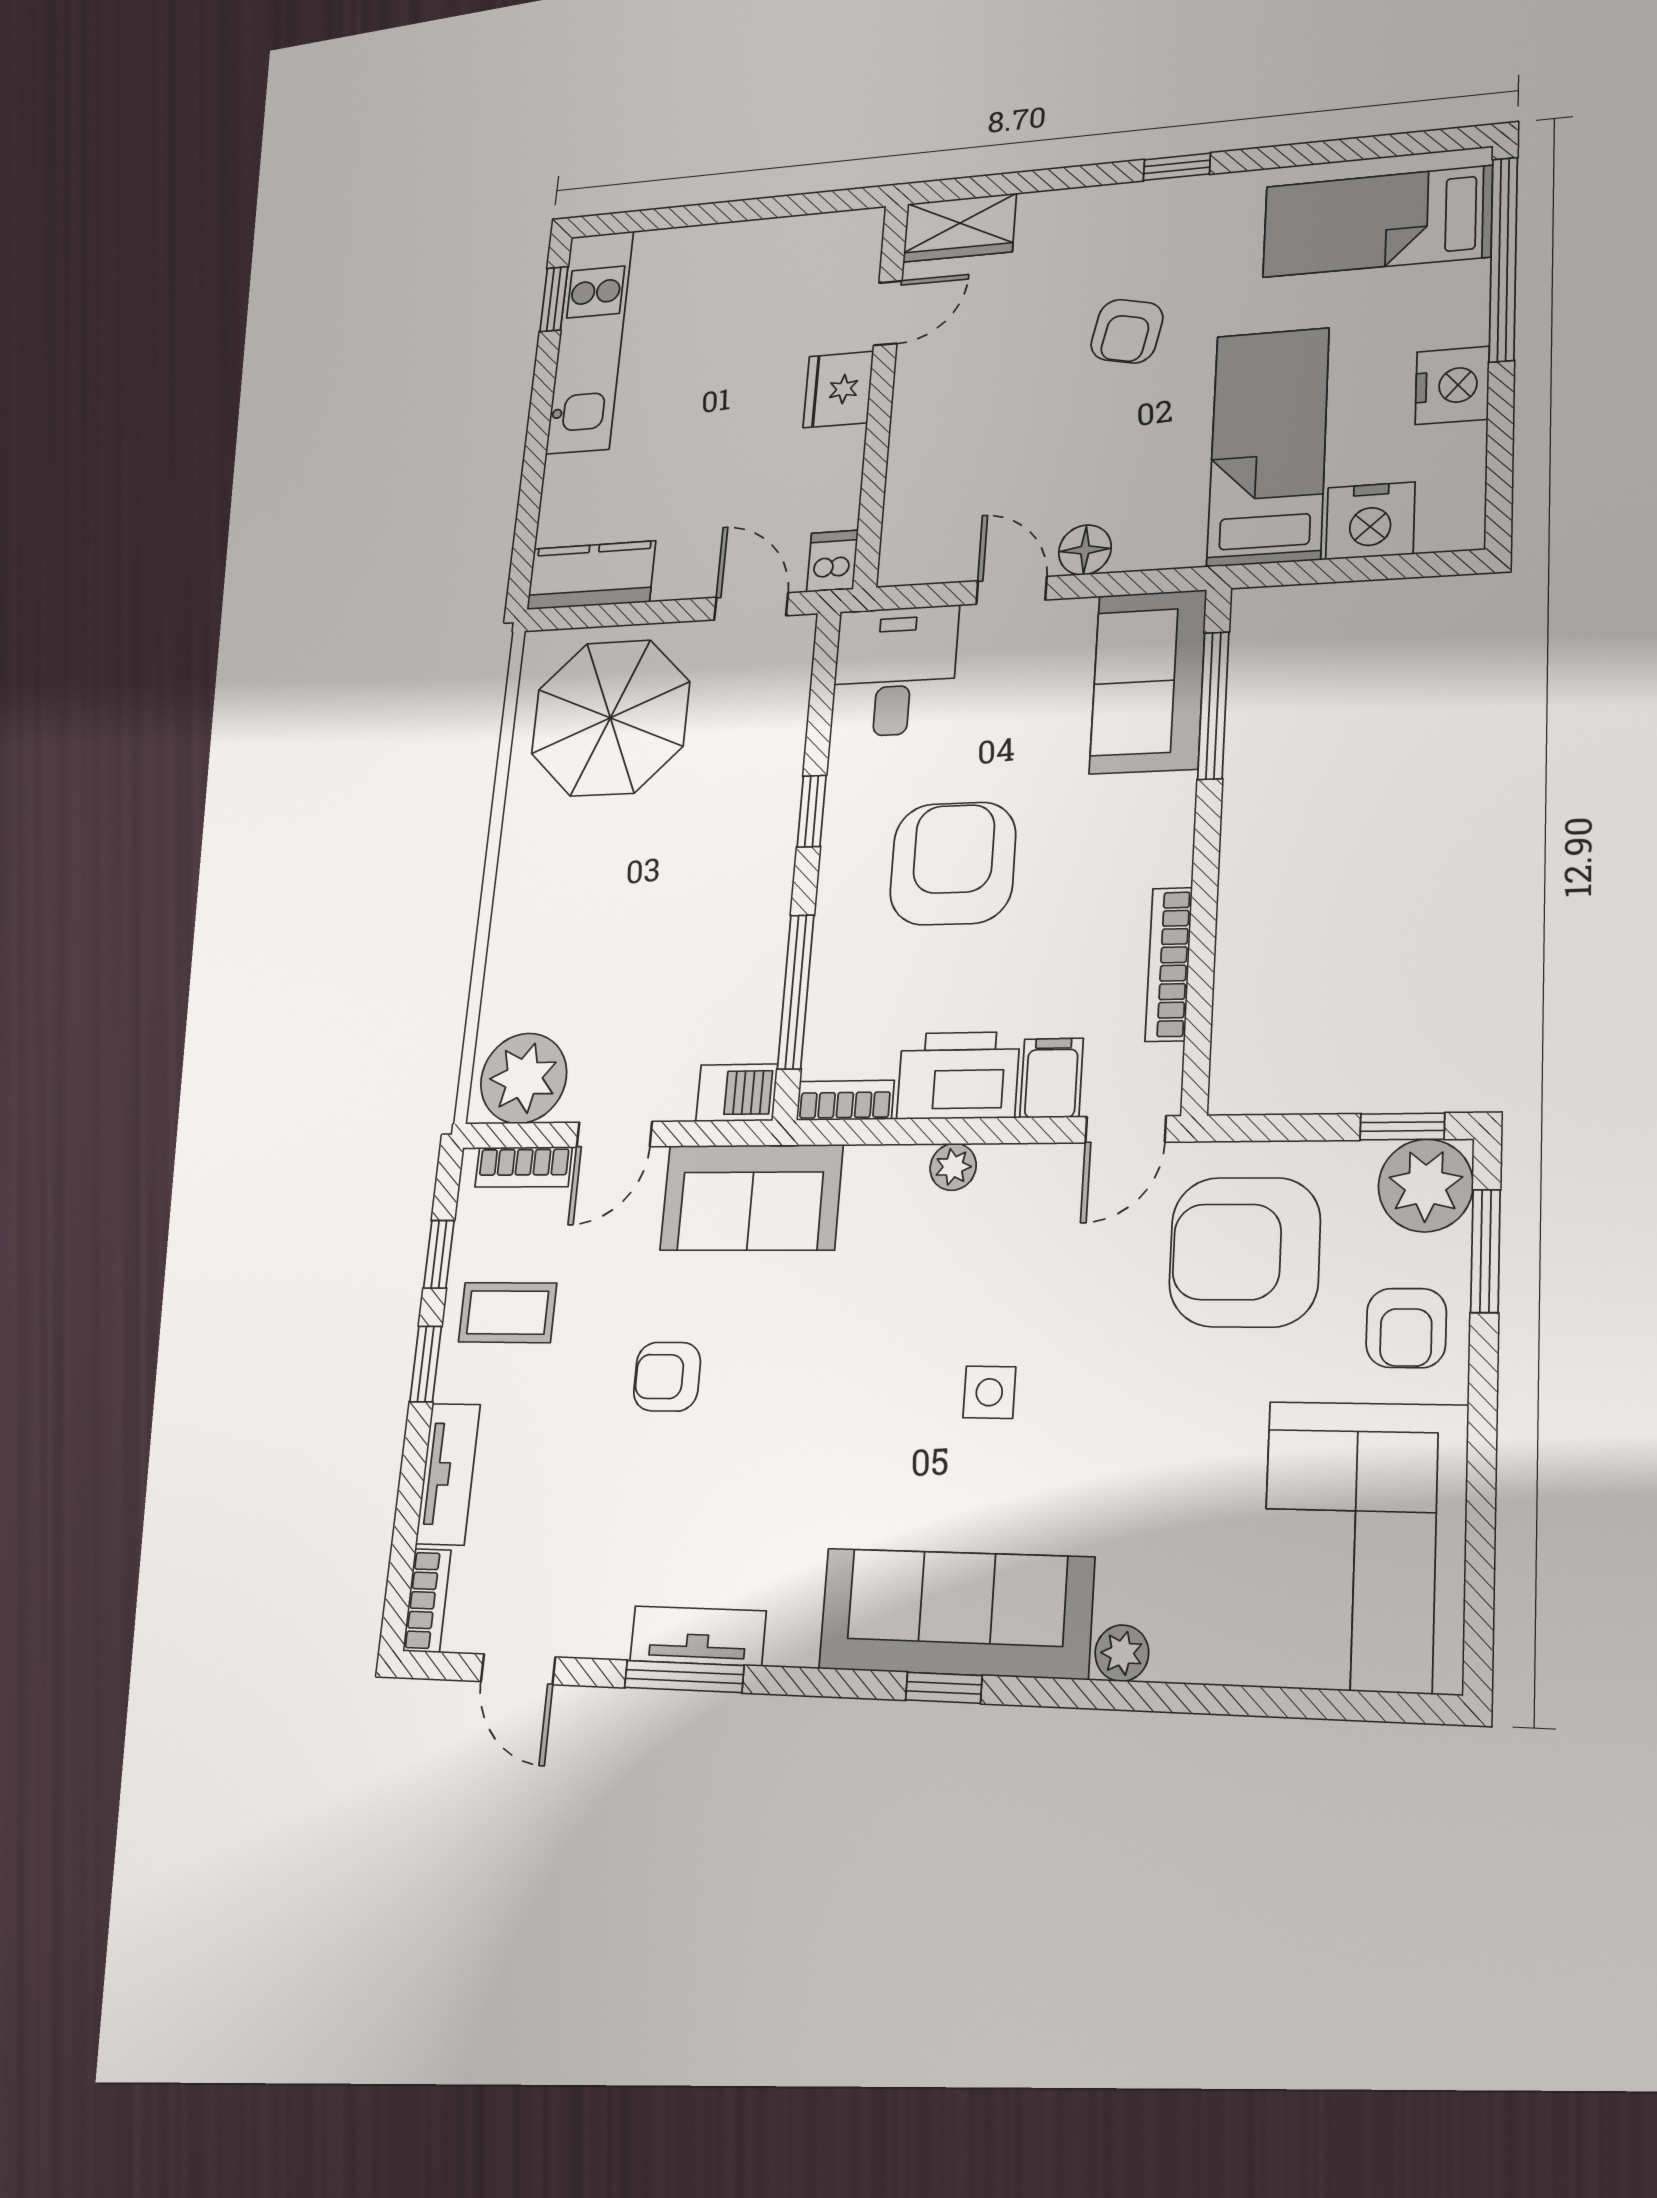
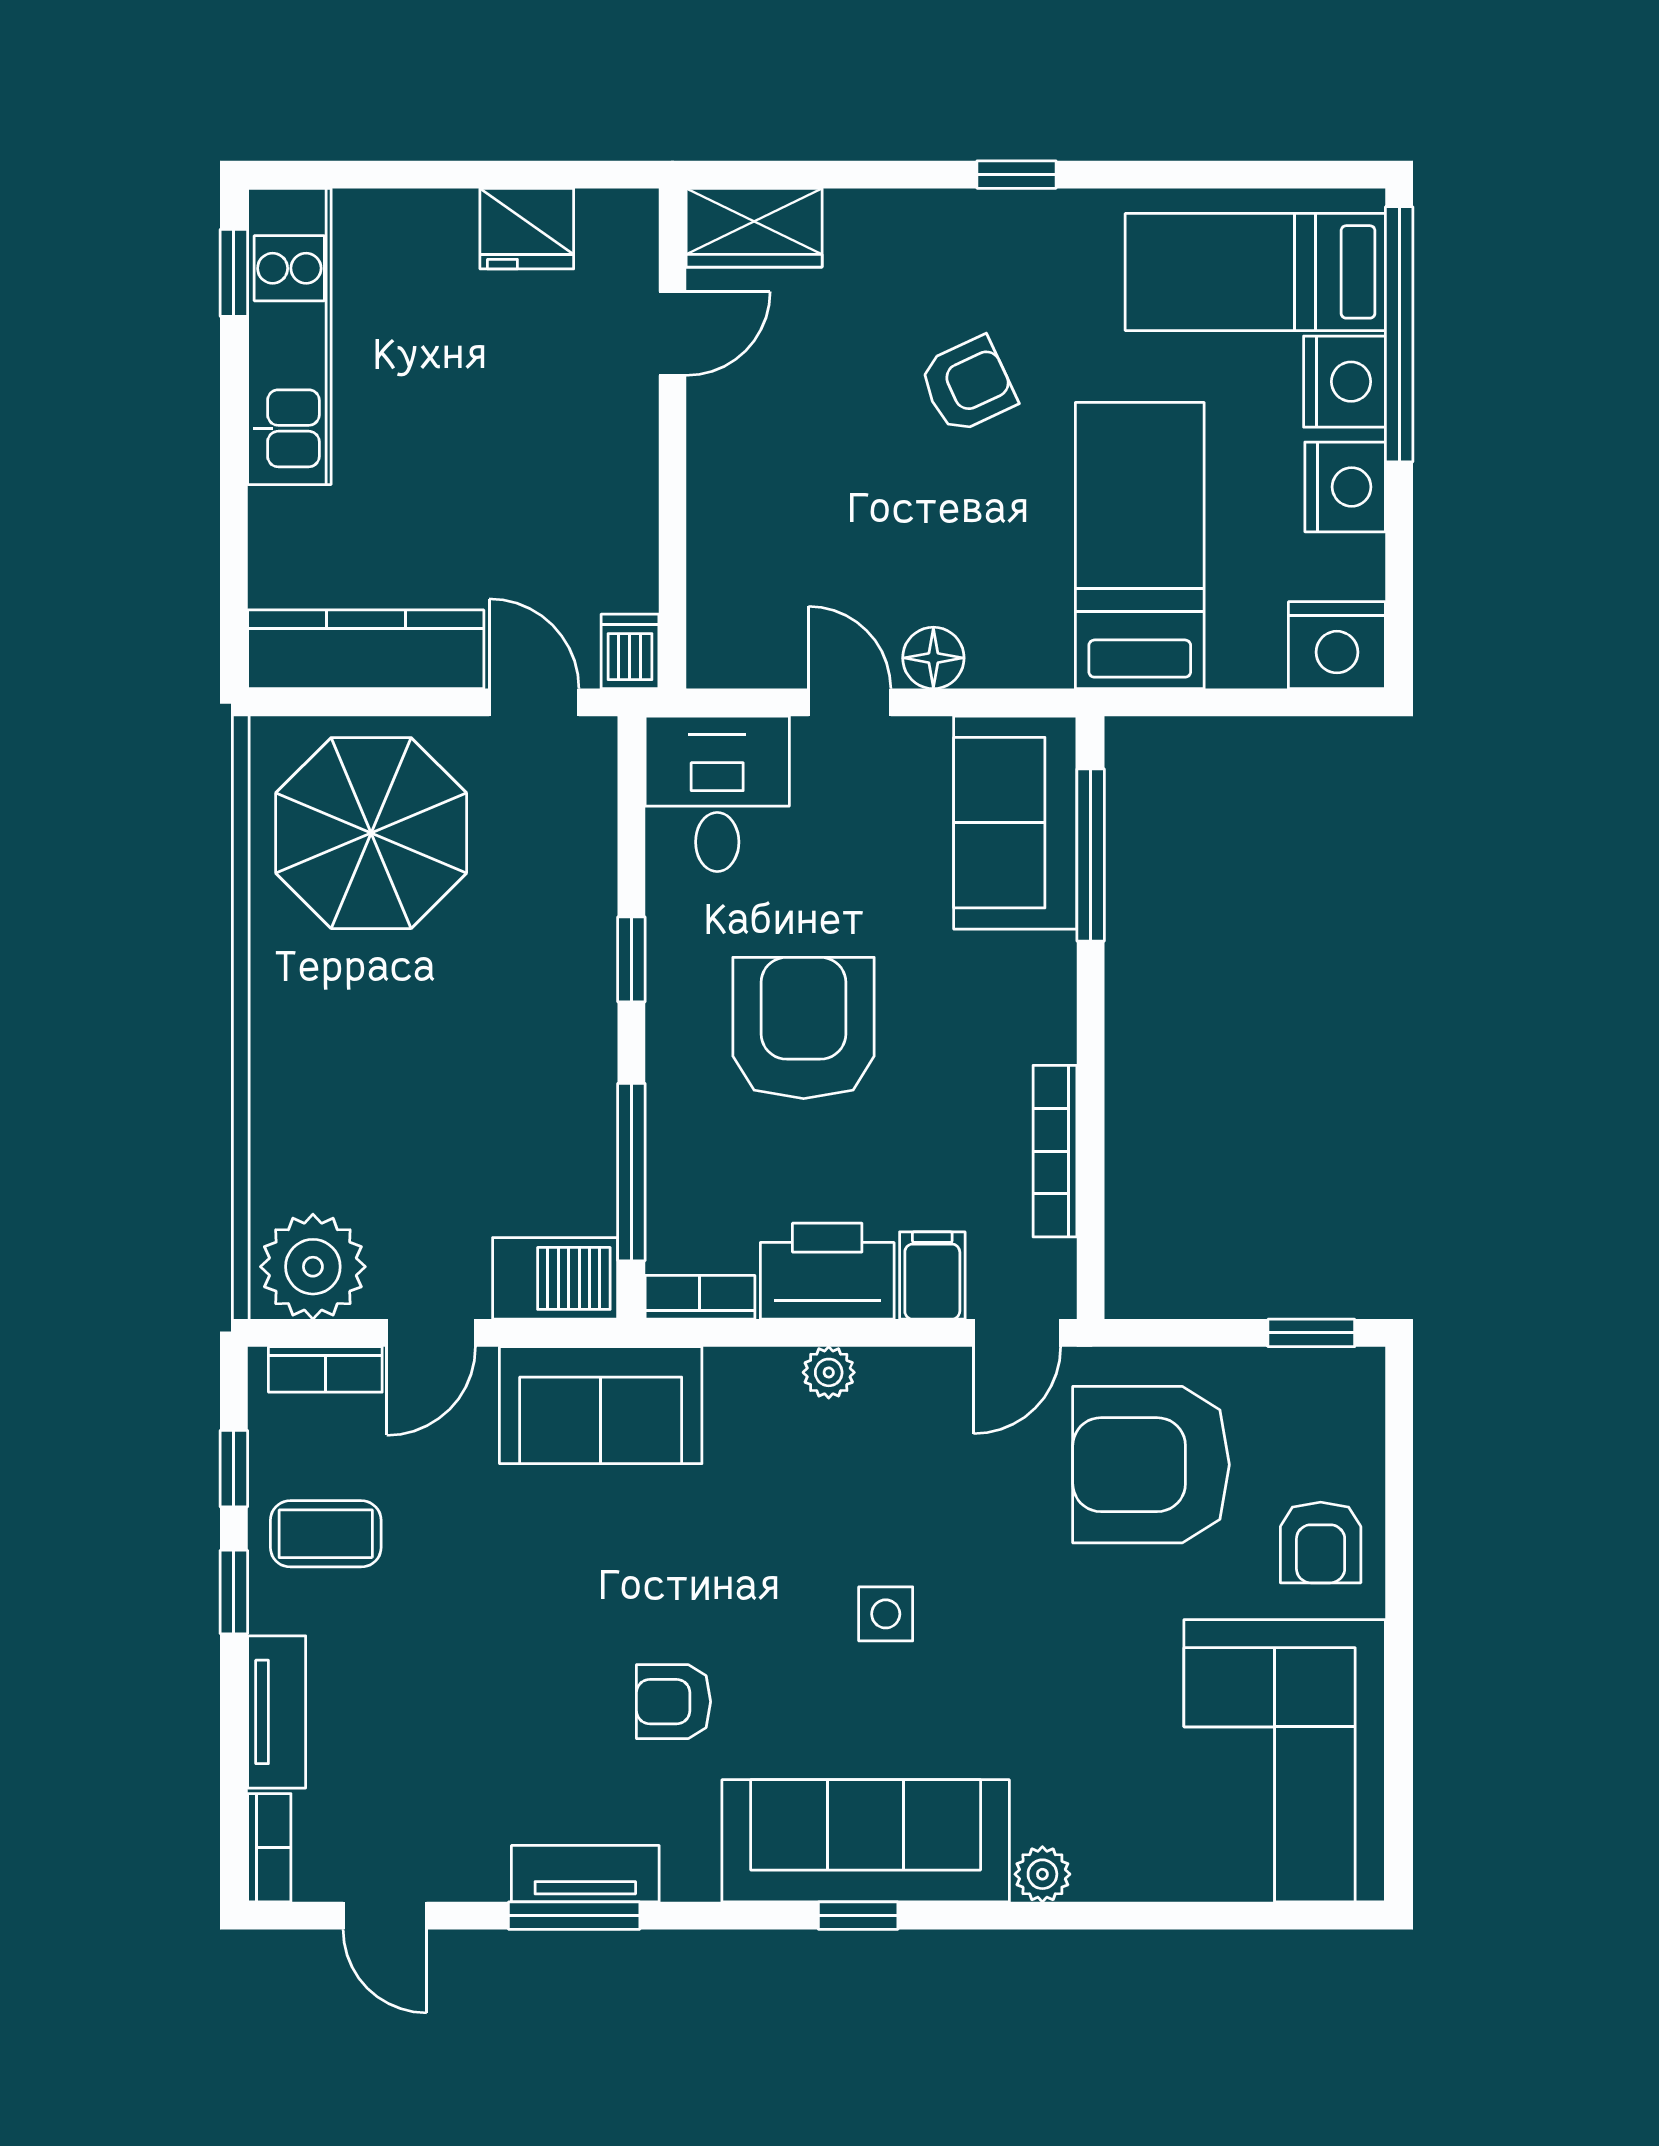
nightstand: (1454, 301) -> (1344, 382), added
armchair: (1127, 331) -> (968, 385), turned -127
fridge: (838, 389) -> (527, 229), moved, turned -90
nightstand: (1370, 521) -> (1337, 645), moved
kitchen counter: (591, 575) -> (366, 649), width x1.50
barbecue: (737, 1093) -> (555, 1278), width x1.38, depth x1.27
plant: (1426, 1185) -> (1337, 1395), removed
window: (1485, 1251) -> (1399, 1463), removed
armchair: (667, 1377) -> (674, 1702), moved

